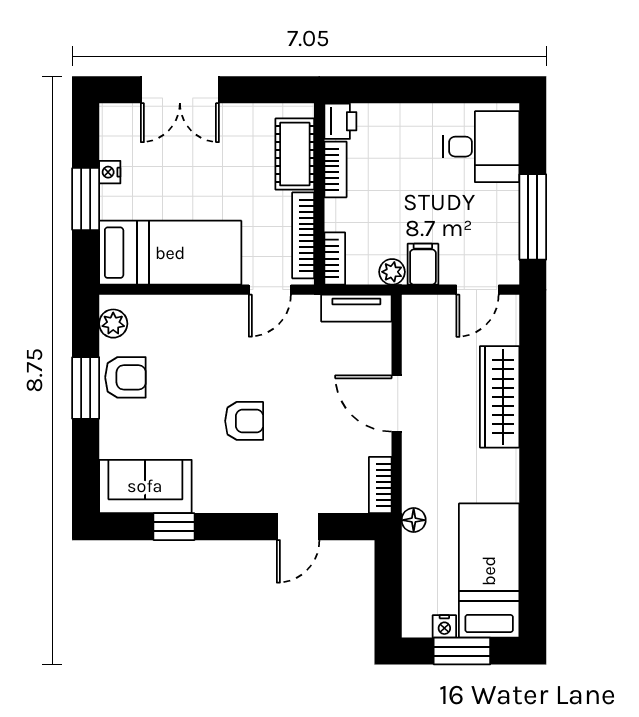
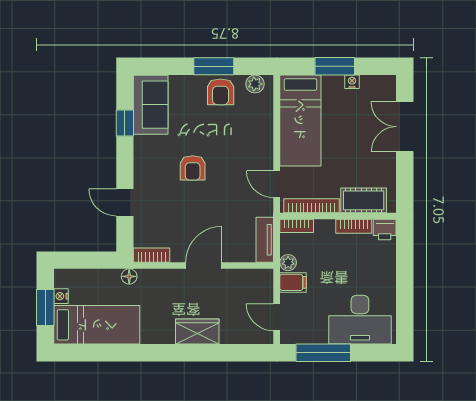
desk: (481, 147) -> (360, 320), width x1.37
wardrobe: (500, 397) -> (197, 332), width x0.67

